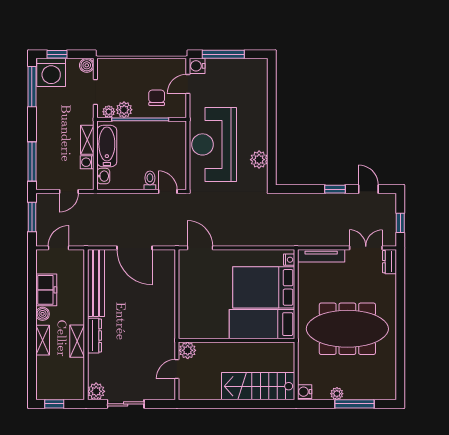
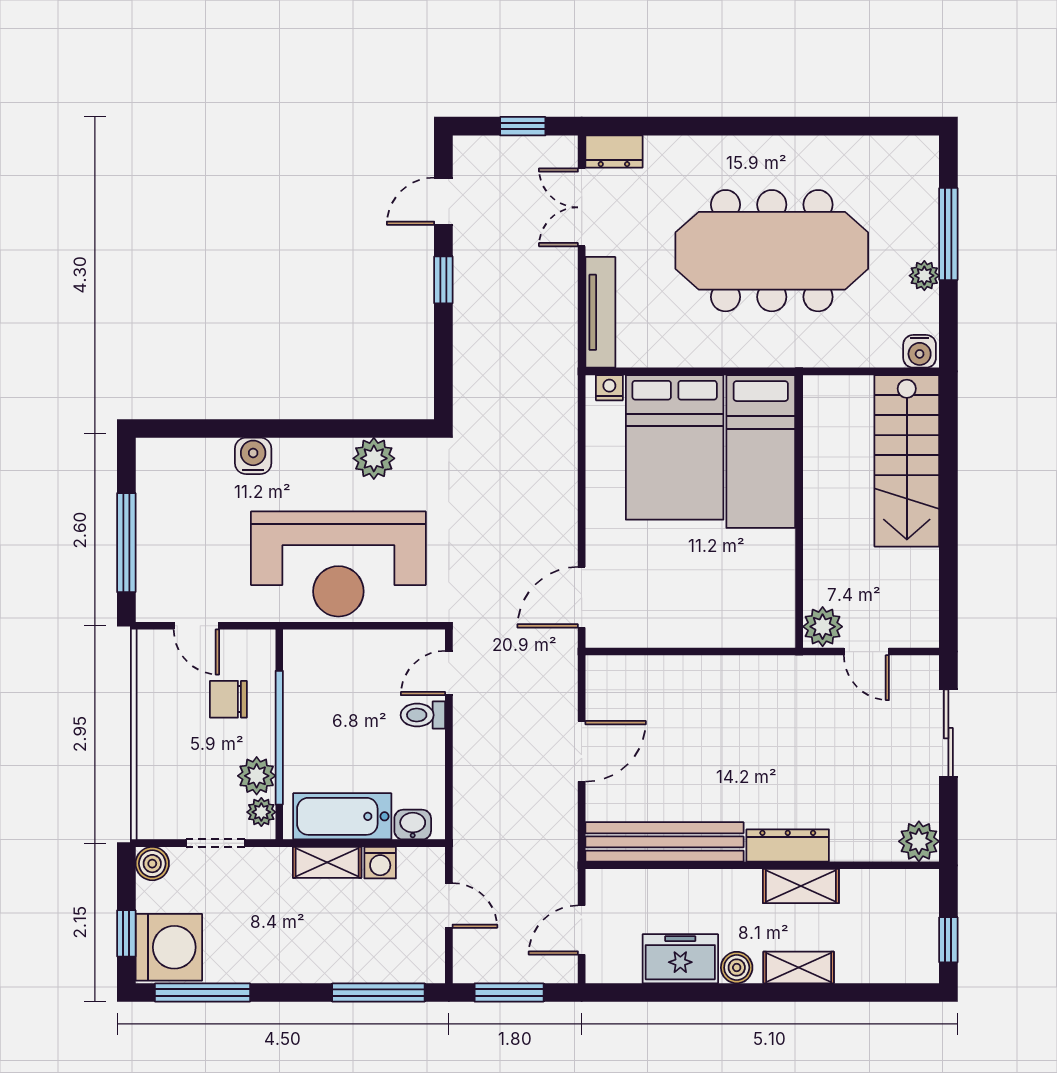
water cooler: (197, 66) -> (253, 456), moved, turned 180
door: (58, 248) -> (582, 930), hinge flipped
door: (134, 248) -> (582, 751), width x0.73
meeting table: (347, 329) -> (772, 251), turned 90
sliding door: (126, 404) -> (948, 733), moved

